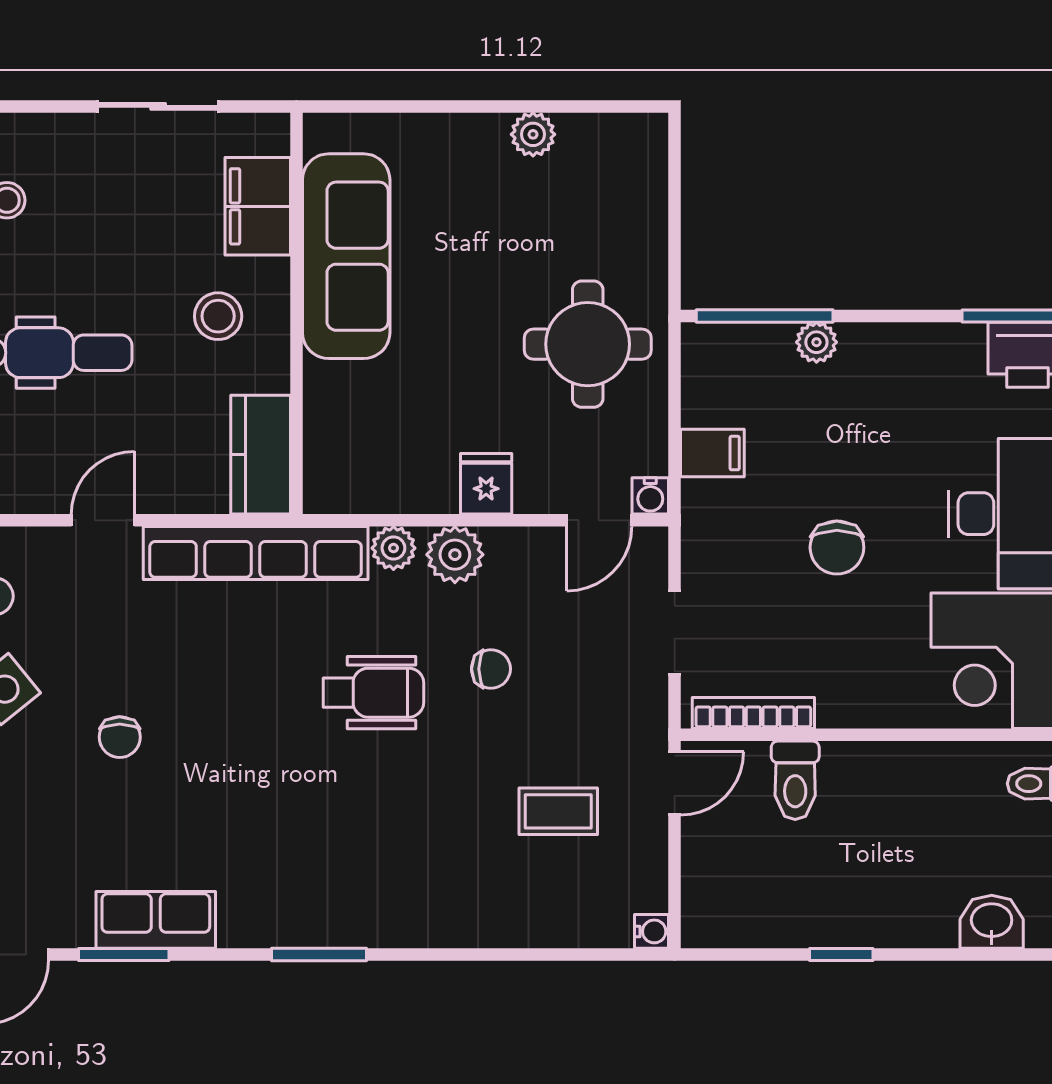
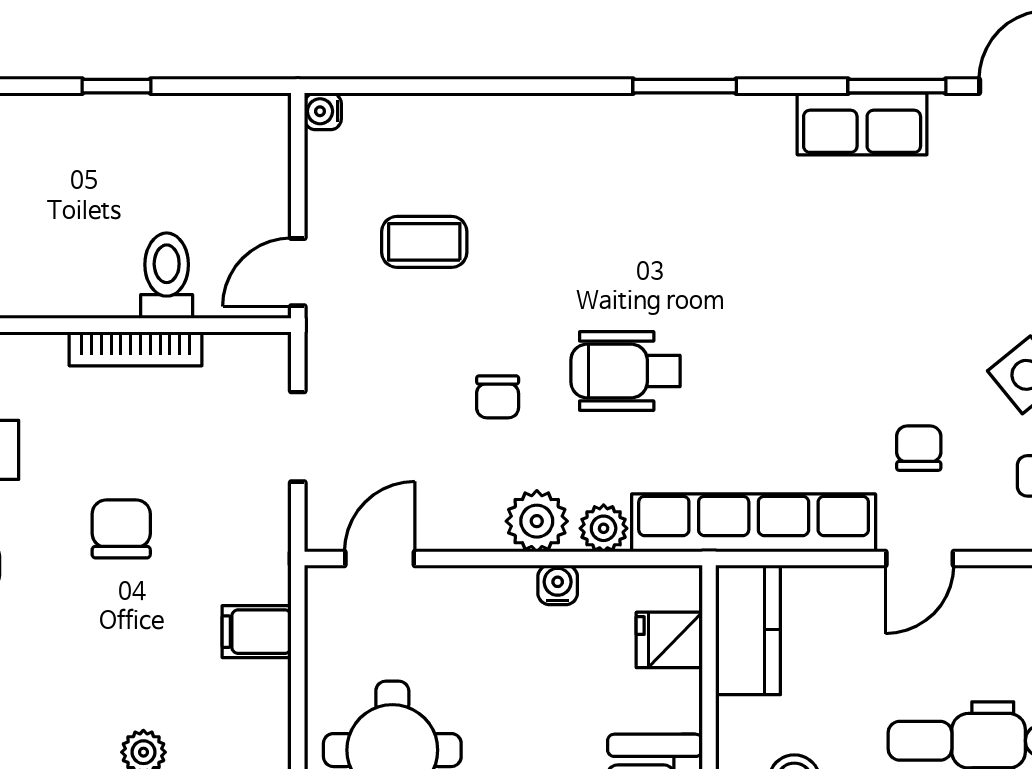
fridge: (486, 484) -> (669, 640), moved, turned 90
water cooler: (650, 496) -> (558, 585), moved
chair: (491, 669) -> (498, 397), turned -90
bookcase: (753, 713) -> (136, 349), moved
chair: (120, 737) -> (919, 448), moved

